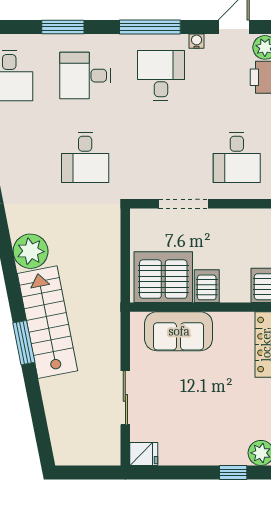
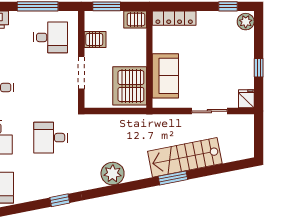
desk: (85, 157) -> (51, 138), turned 180
server rack: (207, 286) -> (95, 40), moved, turned 180
stairs: (47, 322) -> (185, 157), moved
window: (233, 473) -> (259, 68), moved

